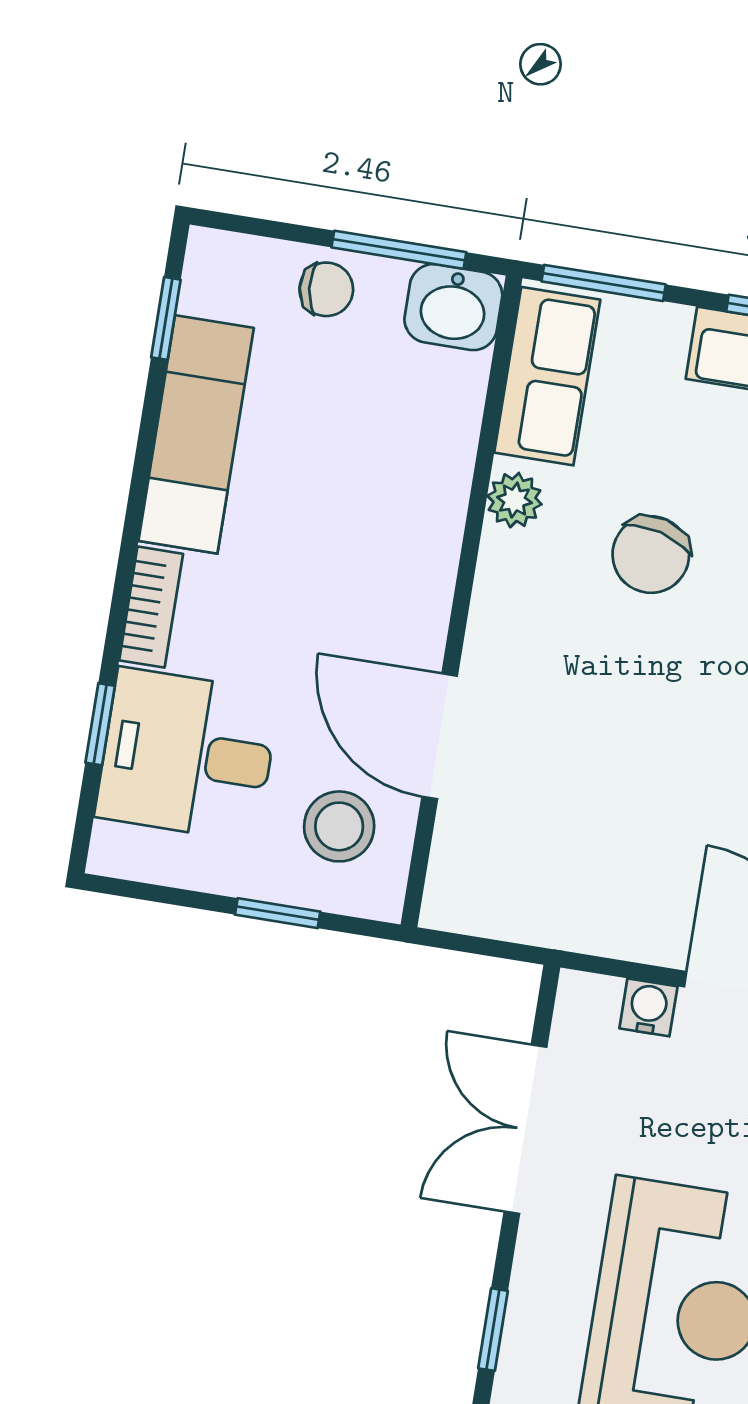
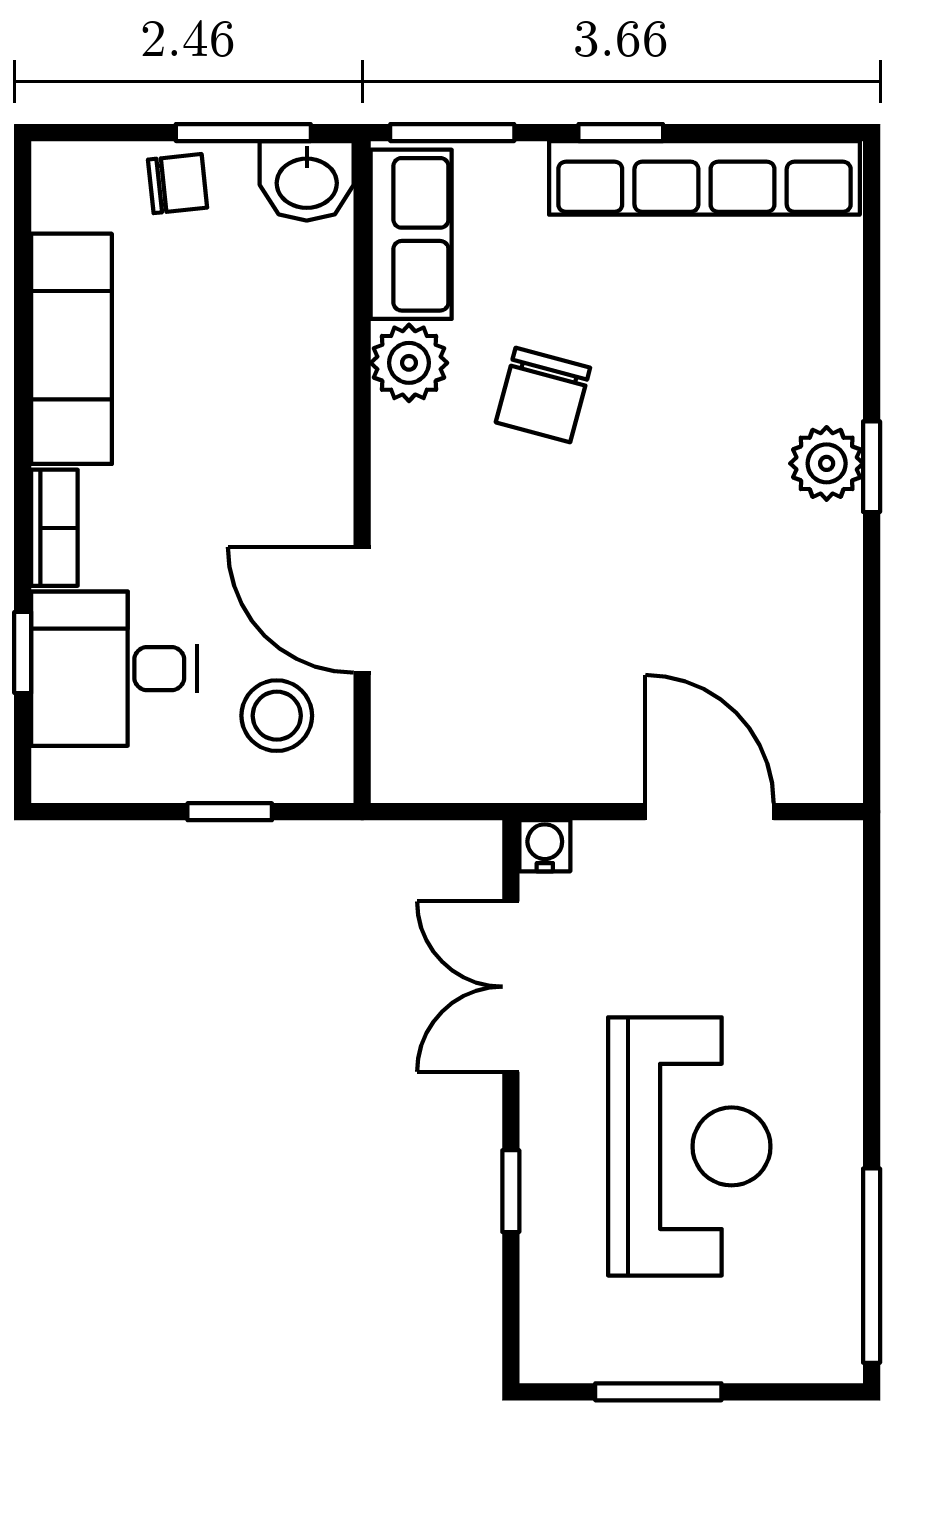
window: (166, 318) -> (23, 238), removed
plant: (514, 500) -> (409, 363), width x1.38, depth x1.38
water cooler: (648, 1007) -> (545, 846), moved

